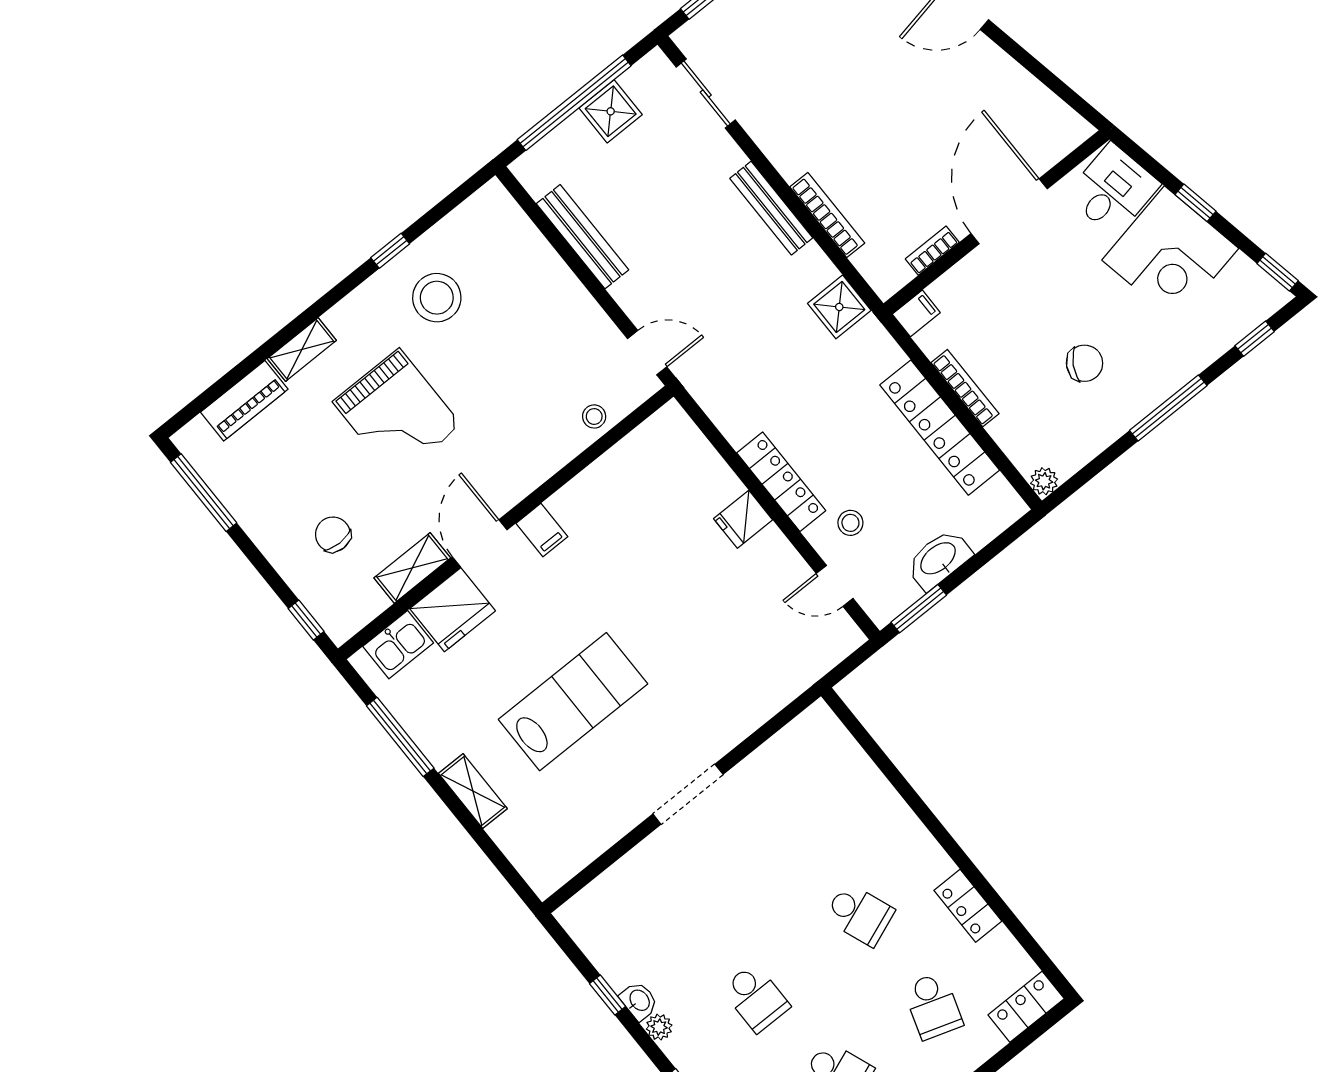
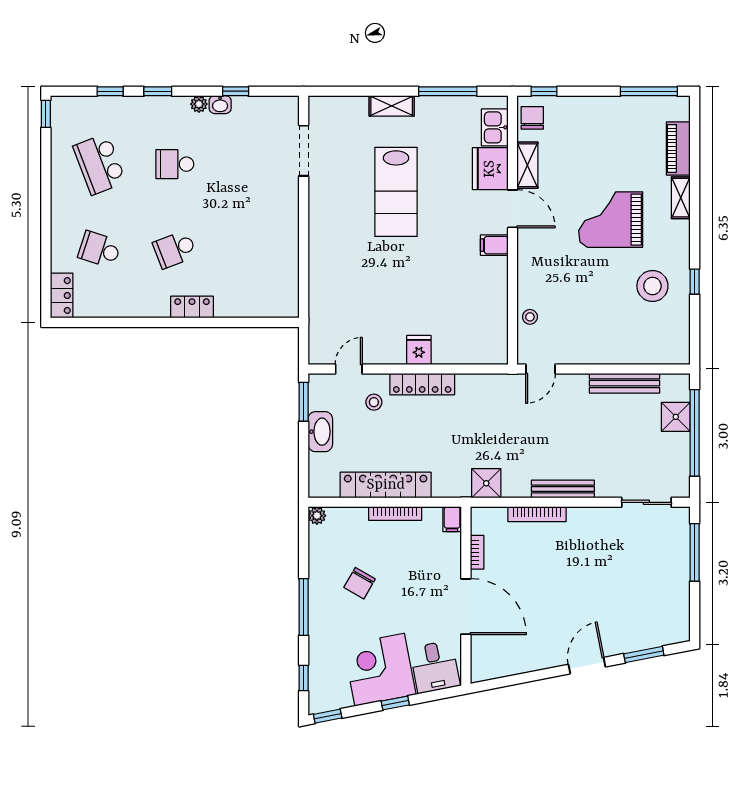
shower: (611, 111) -> (676, 417), moved
chair: (333, 534) -> (532, 118), moved, turned -90
doorway: (688, 794) -> (304, 151), moved
locker: (968, 906) -> (192, 307), moved

